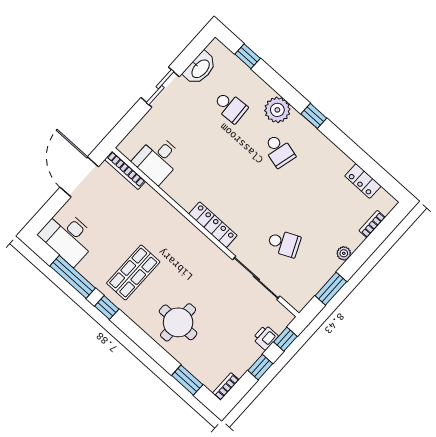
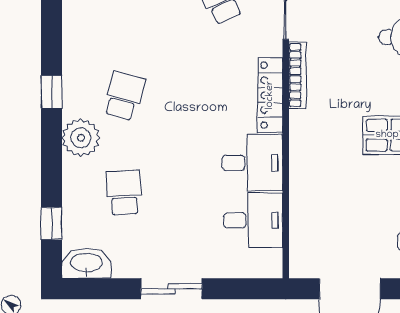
washbasin: (200, 68) -> (86, 263), moved
bookcase: (125, 170) -> (297, 75), moved
desk: (187, 185) -> (252, 163), added

